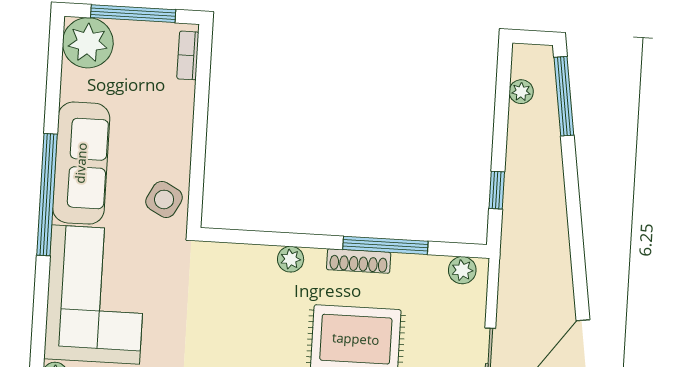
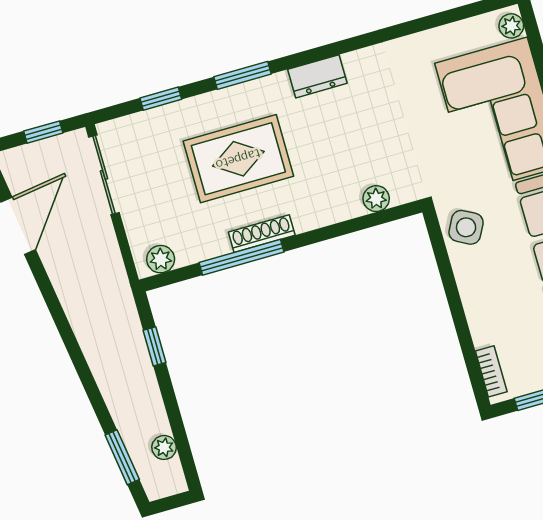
window: (564, 96) -> (122, 457), width x0.69
plant: (291, 259) -> (376, 199), moved

